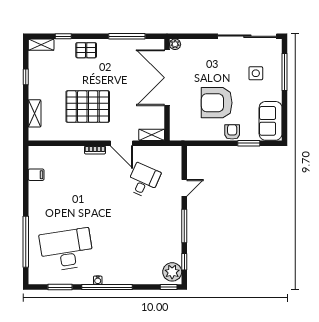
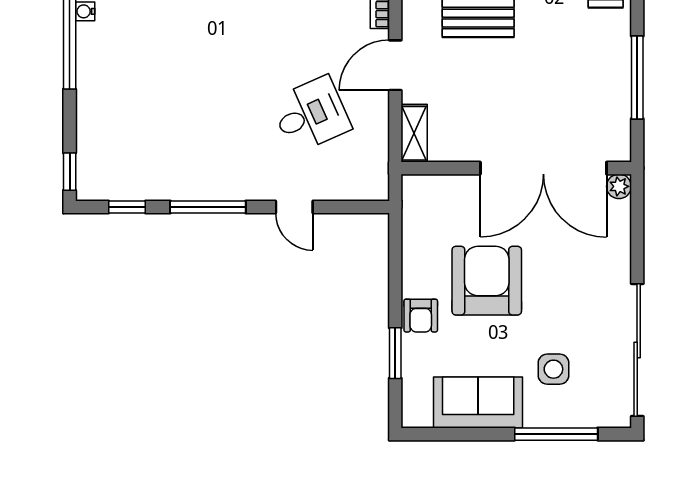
double door: (167, 78) -> (543, 168), swing flipped
sofa: (271, 121) -> (478, 402), moved
armchair: (232, 132) -> (421, 316), turned 90
desk: (143, 181) -> (311, 115), turned -48
plant: (172, 272) -> (104, 180), removed

